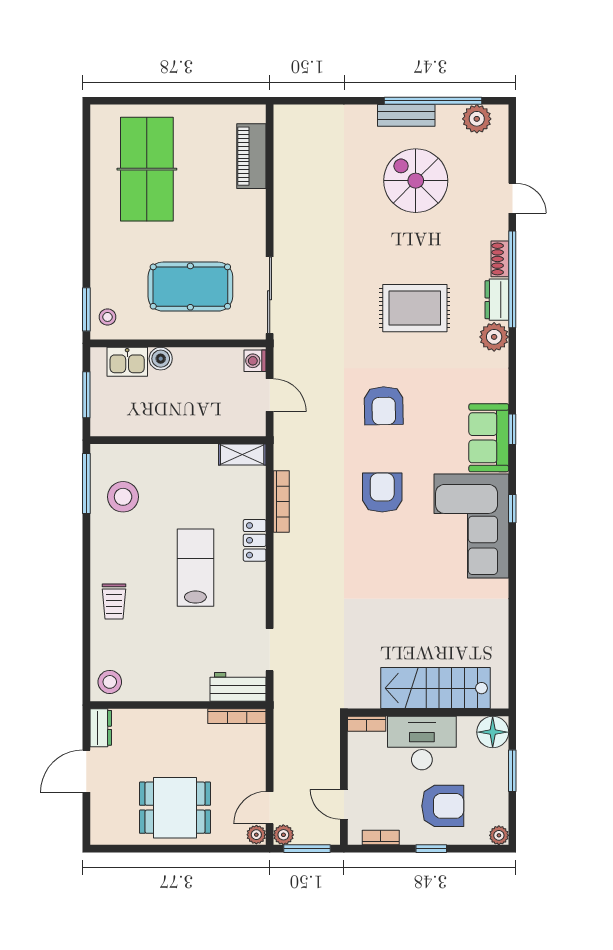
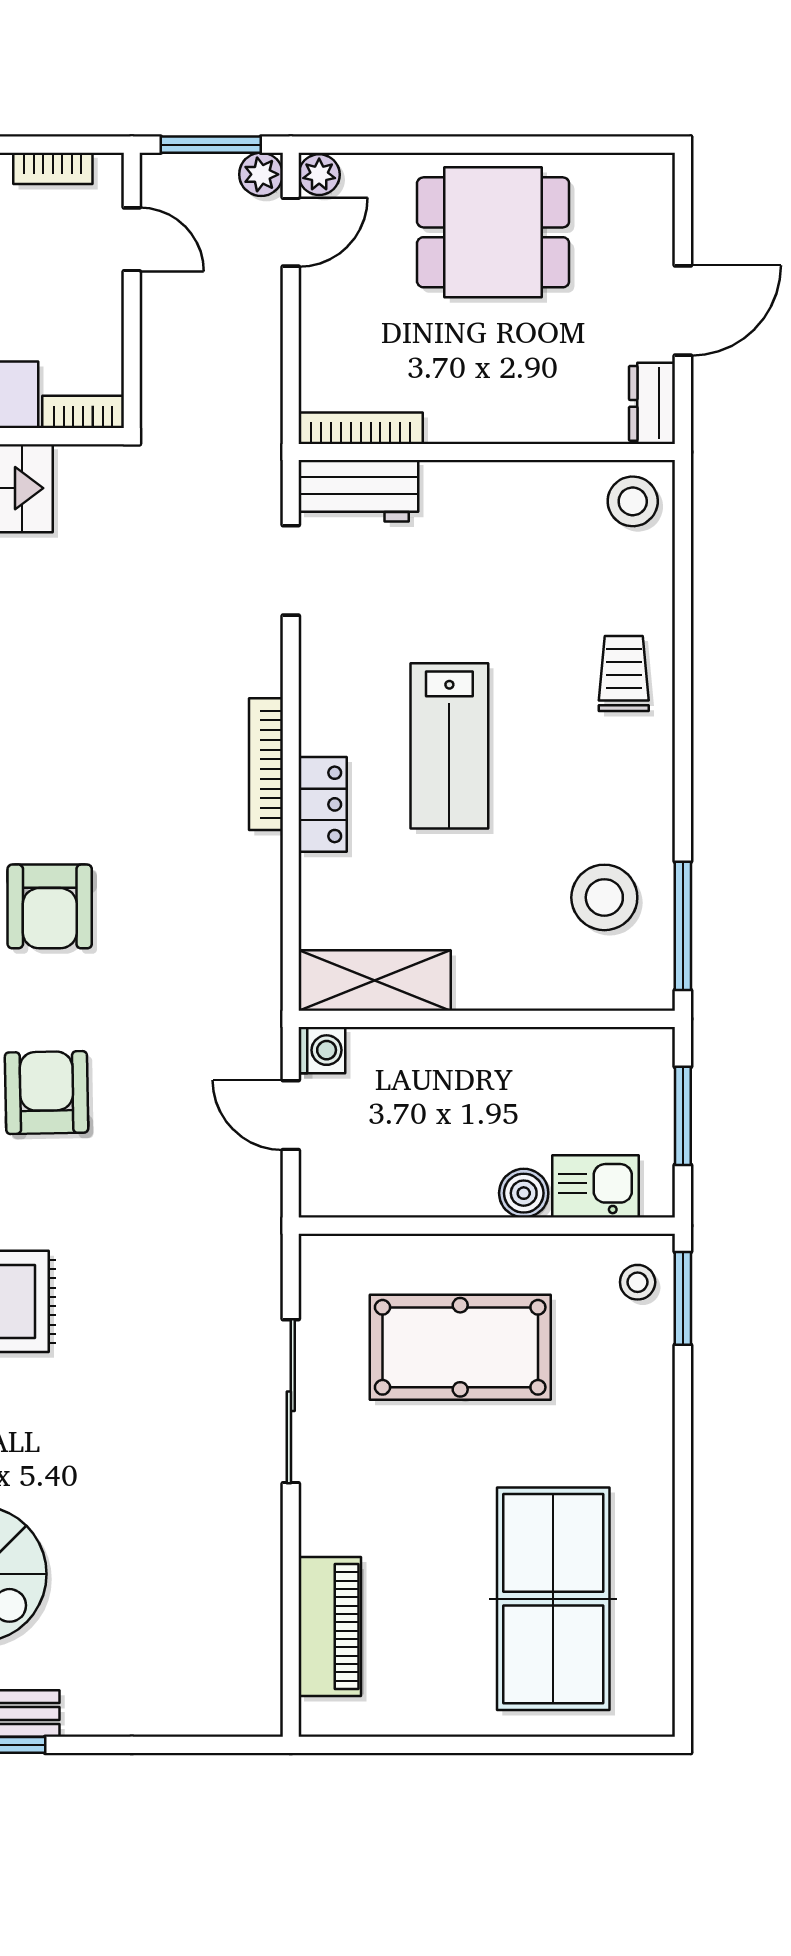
sliding door: (270, 295) -> (291, 1401), moved
washing machine: (255, 361) -> (322, 1050), moved
shelving: (242, 454) -> (375, 981), width x1.50, depth x1.33
bookcase: (281, 501) -> (266, 764), moved

